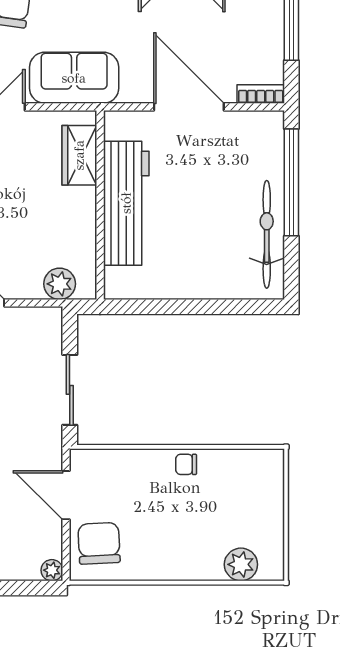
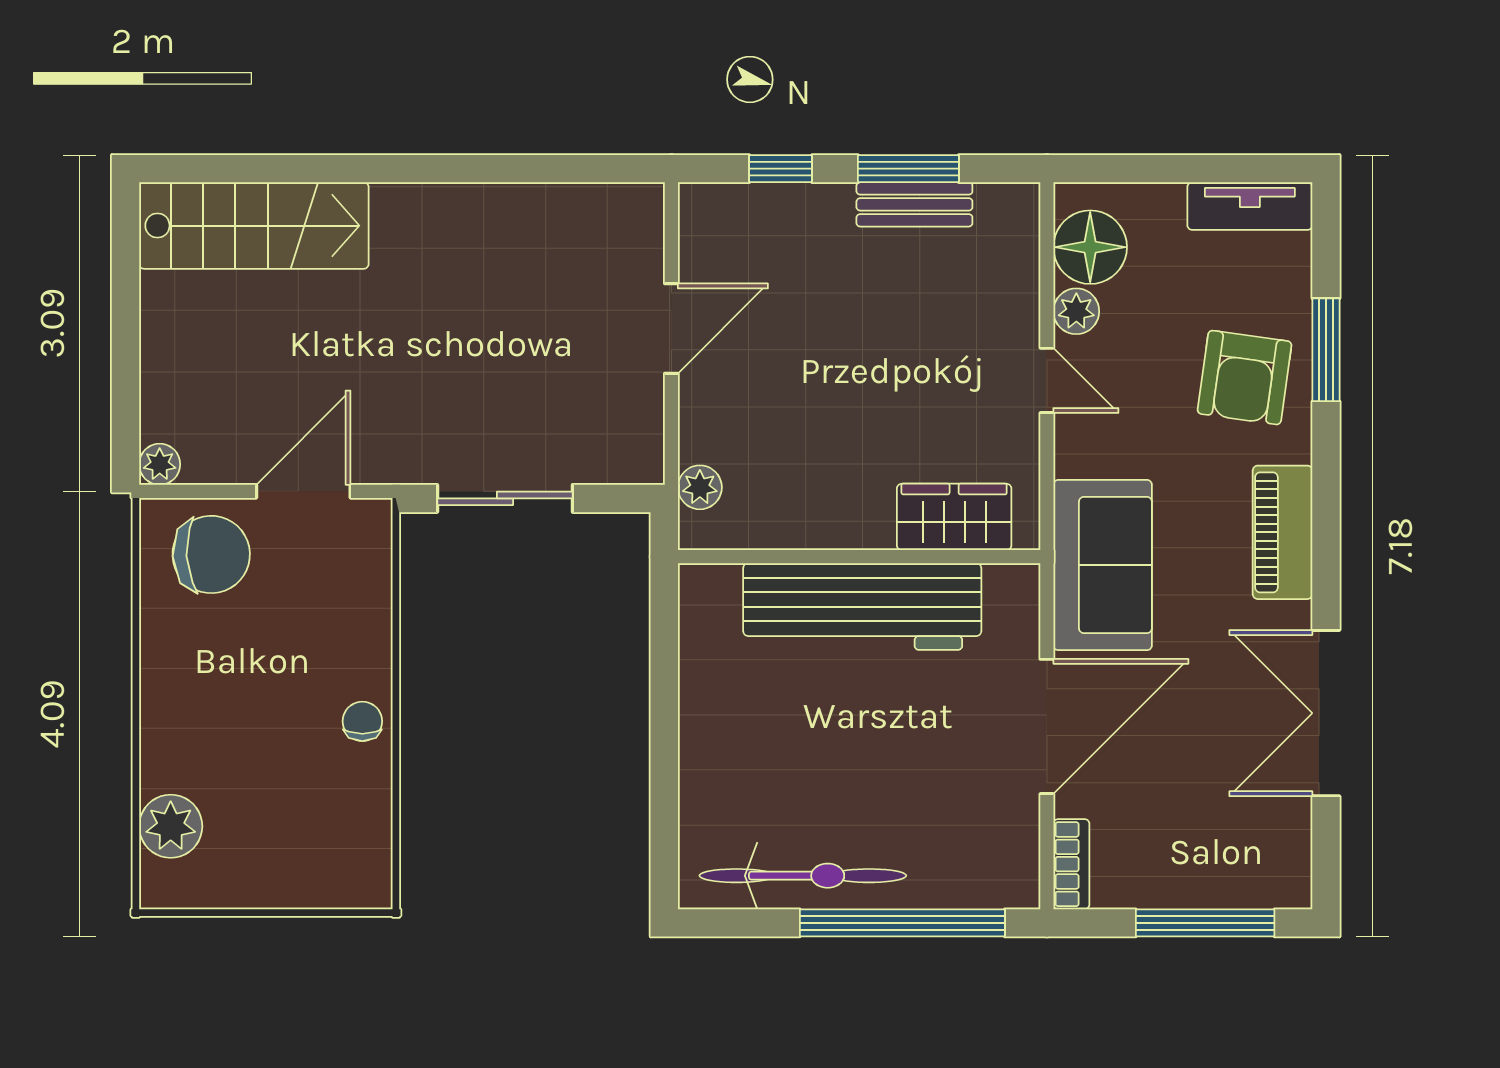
sofa: (74, 78) -> (1103, 565), moved
plant: (60, 284) -> (700, 487), width x0.73, depth x0.73

